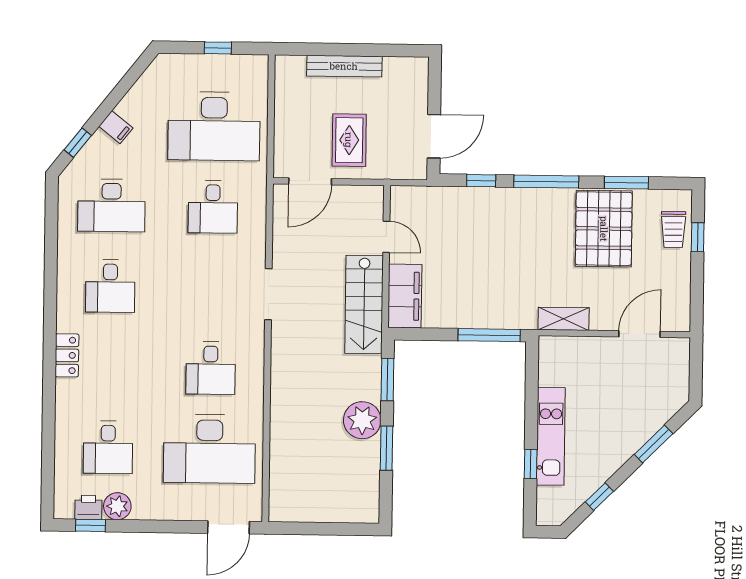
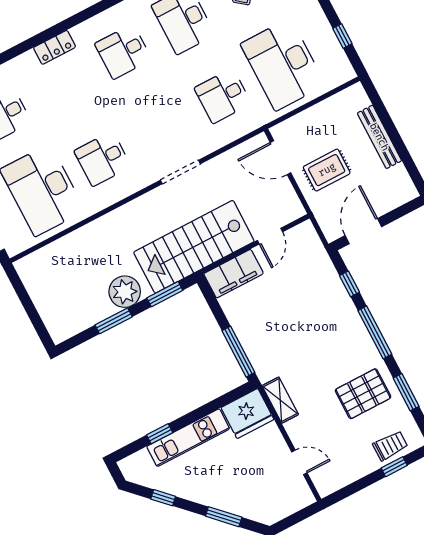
door: (434, 136) -> (363, 231), swing flipped
pallet: (604, 229) -> (363, 394), width x0.73, depth x0.71
trolley: (673, 230) -> (390, 446), turned 180
stairs: (364, 305) -> (194, 247), width x1.36, depth x1.51
door: (640, 334) -> (299, 462), width x0.73
fridge: (559, 361) -> (247, 414), added

